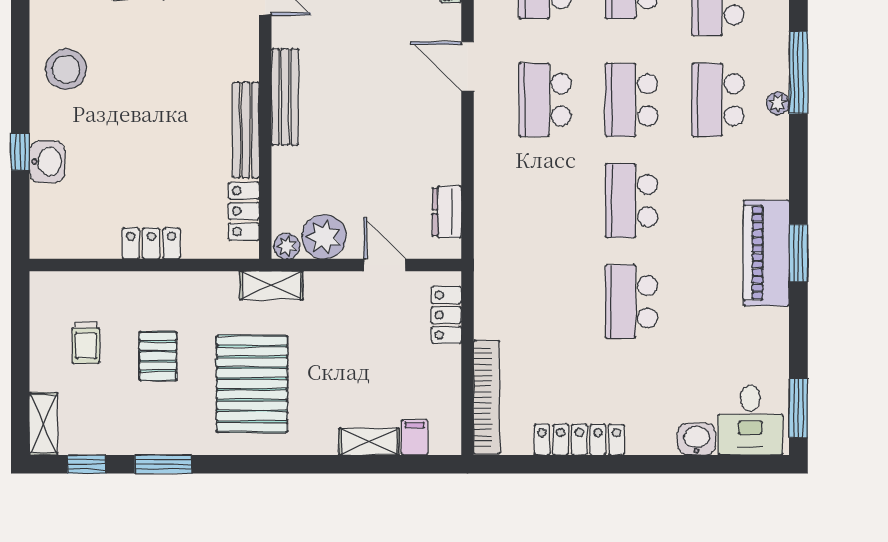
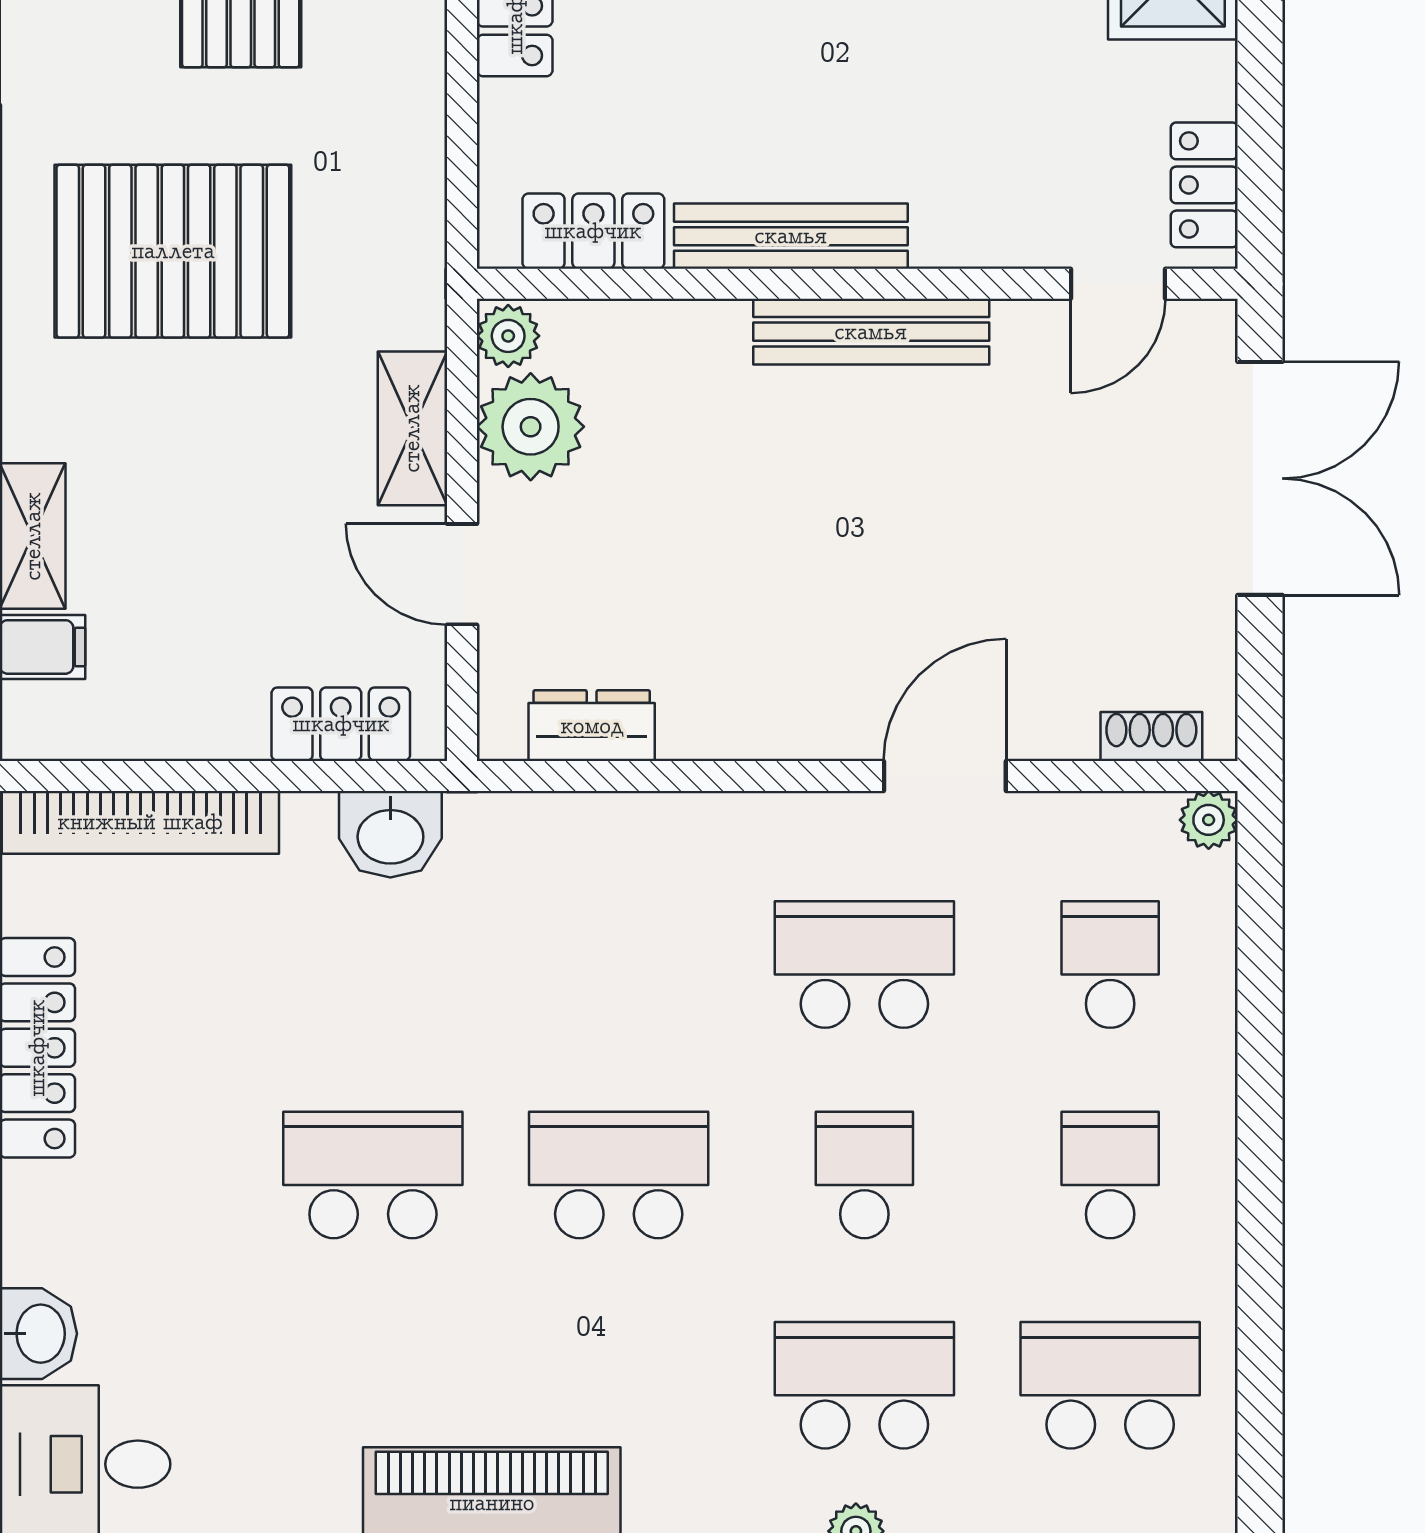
school desk: (631, 100) -> (864, 1175), width x0.54
door: (385, 265) -> (462, 574), swing flipped
shelving: (271, 285) -> (412, 428), moved
washbasin: (491, 295) -> (390, 834), added

